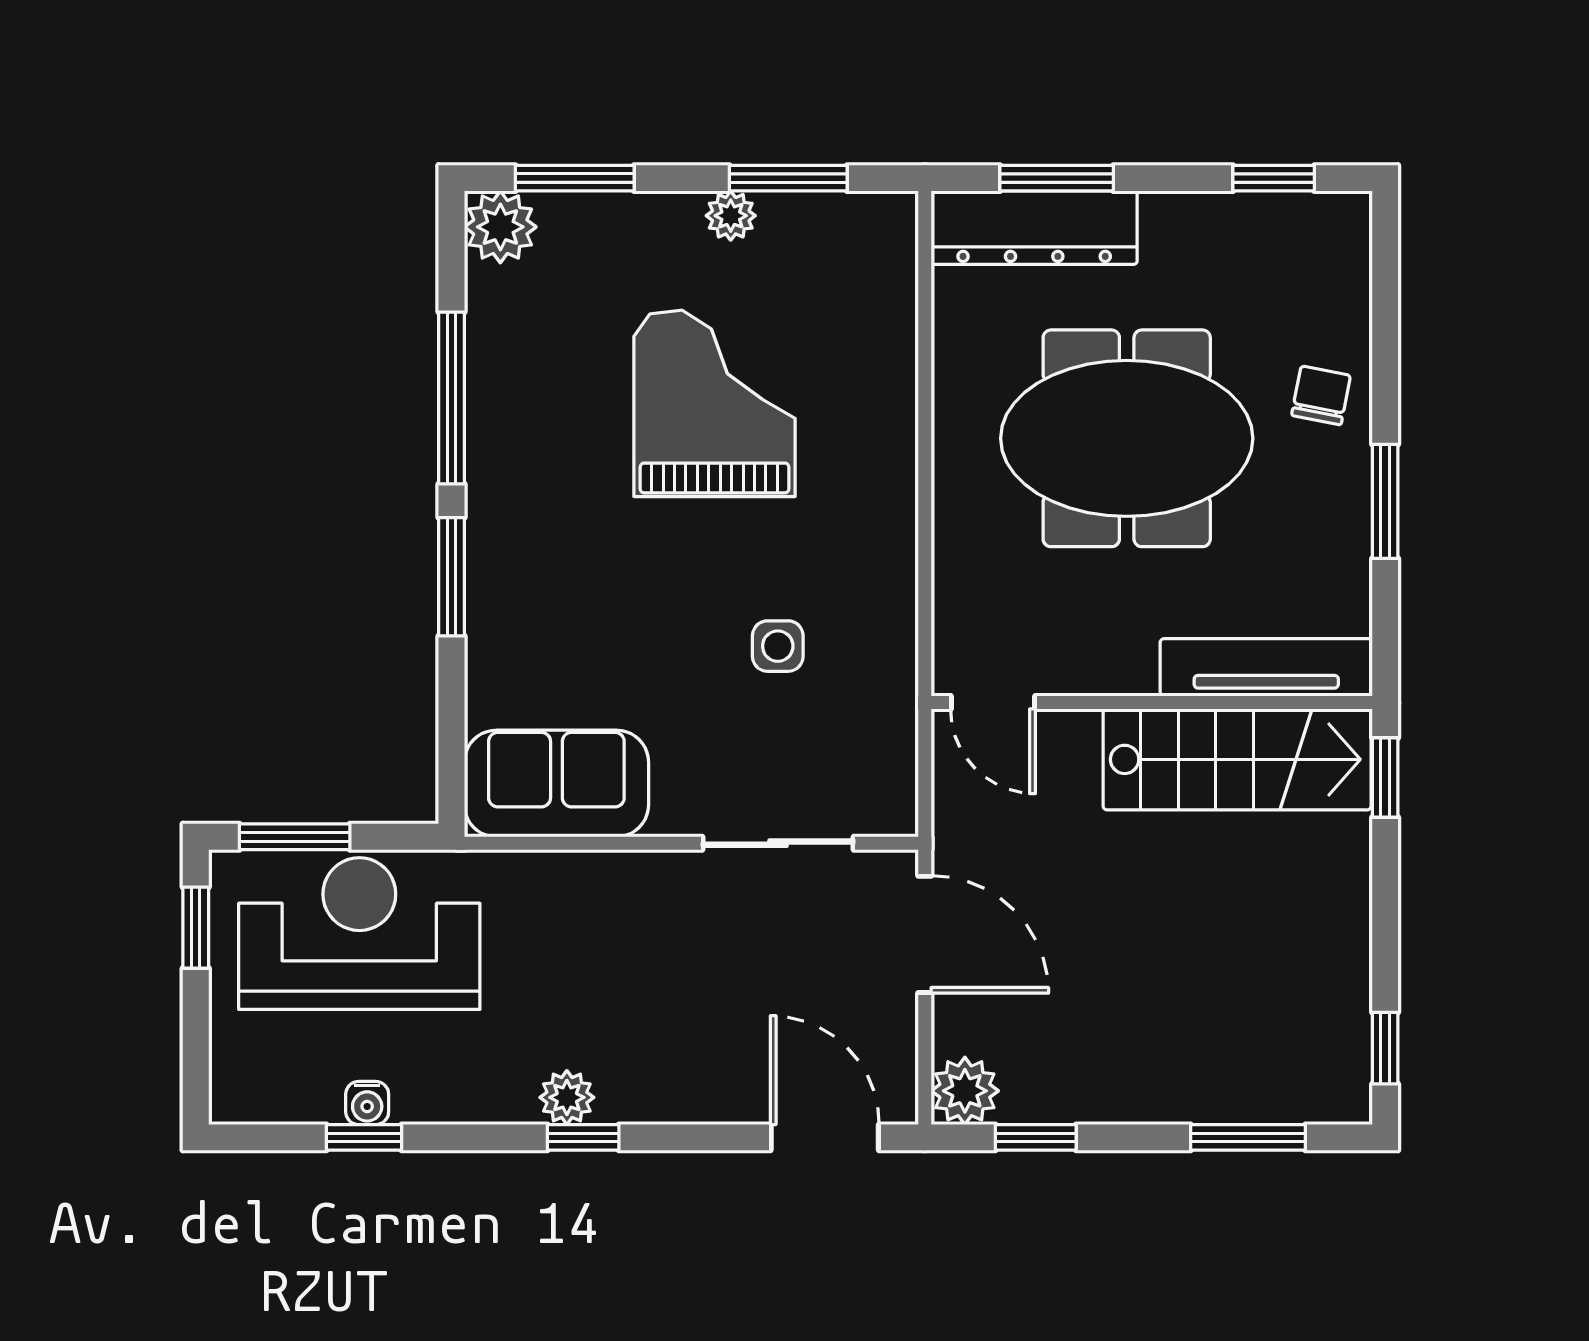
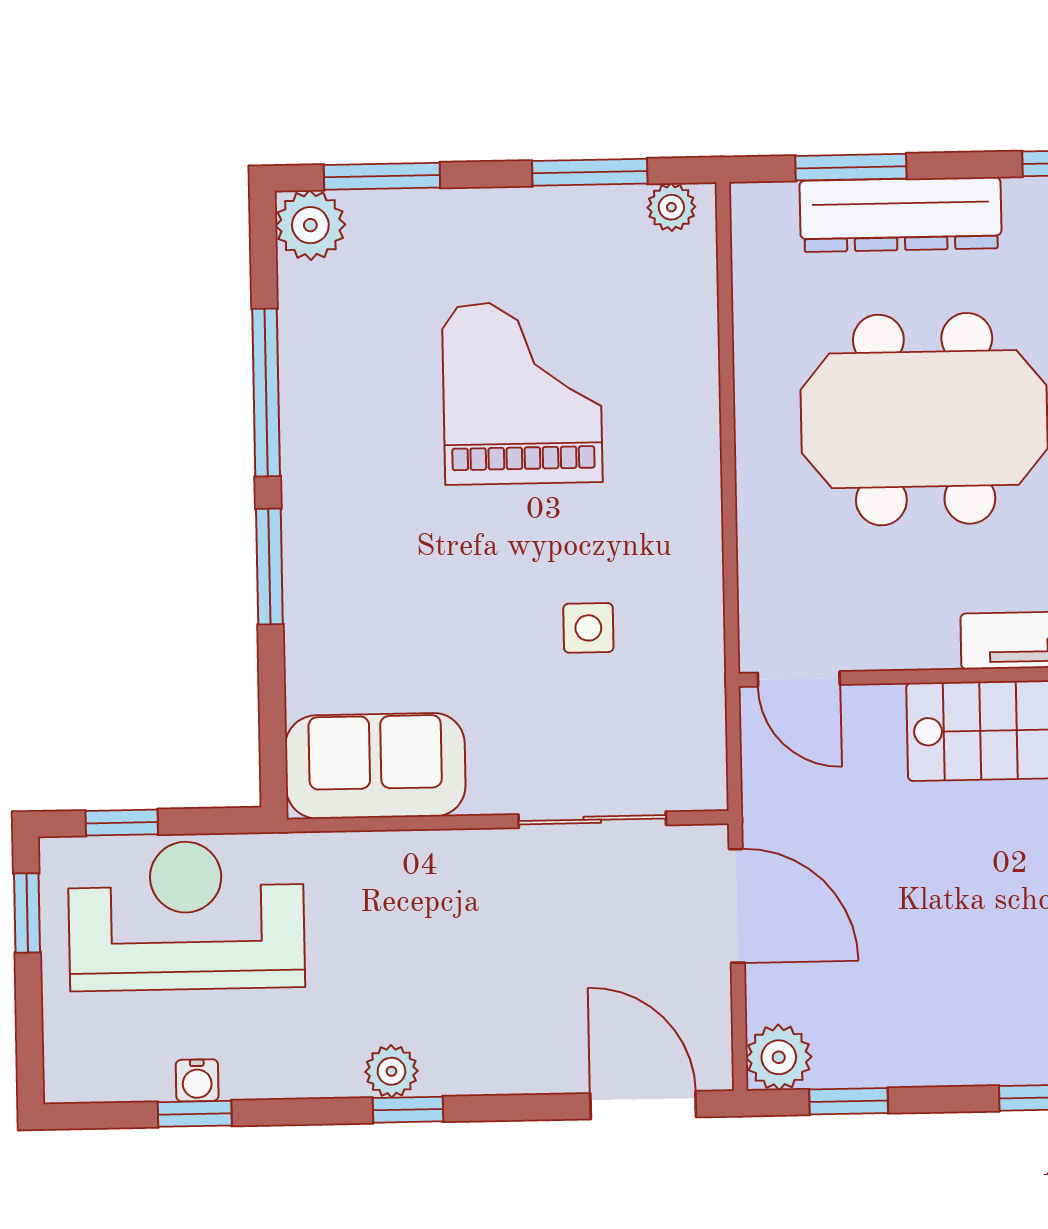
plant: (731, 216) -> (671, 207), moved
dresser: (1034, 228) -> (901, 215), moved
window: (295, 837) -> (122, 823), width x0.67

